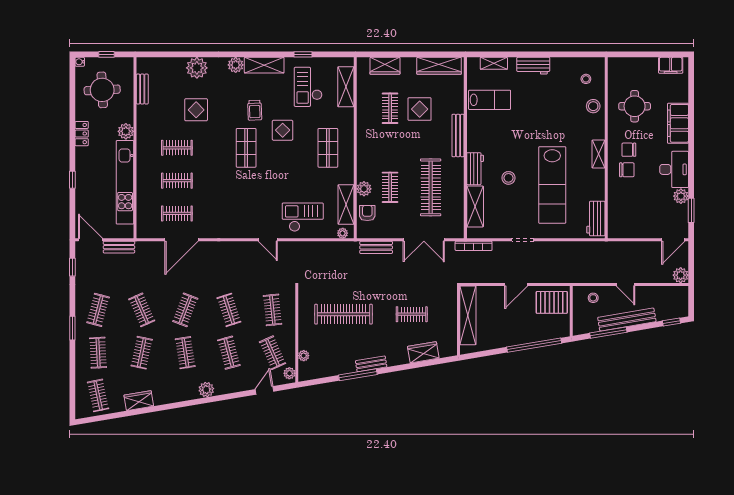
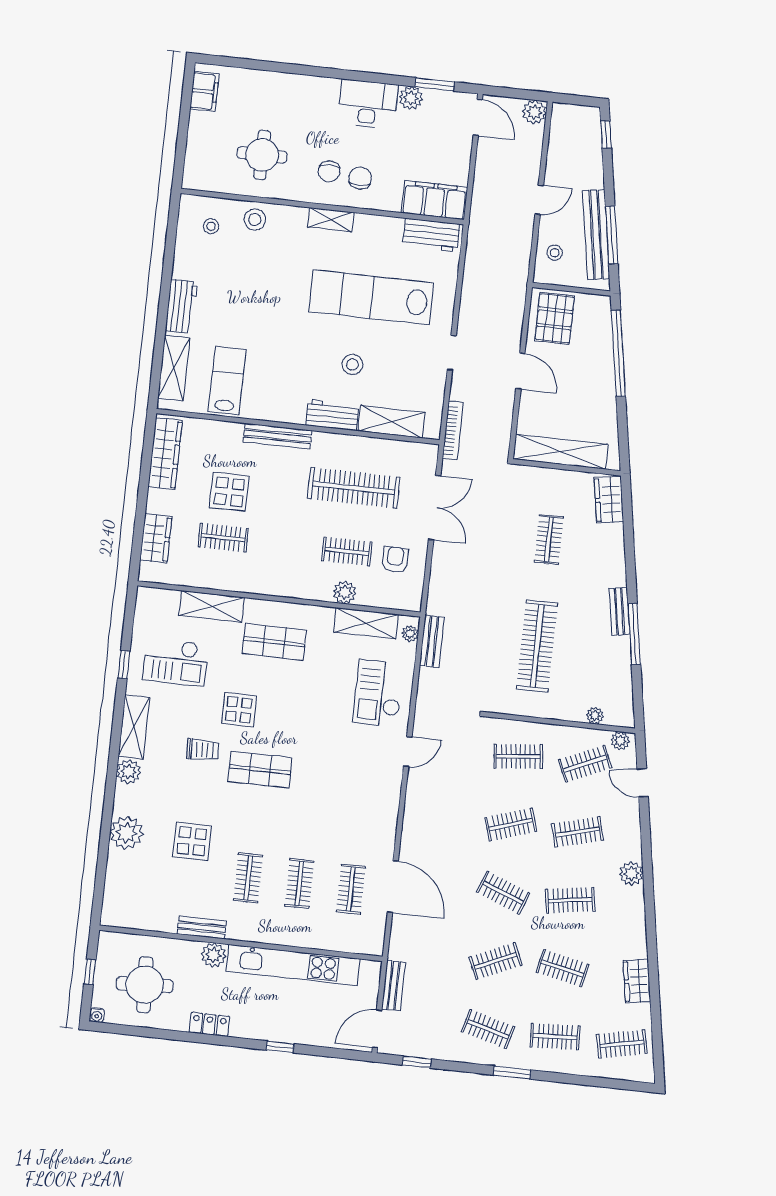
shelving: (494, 63) -> (174, 368), width x1.50, depth x1.33
shelving: (346, 87) -> (212, 606), moved
bench: (142, 89) -> (202, 928), moved
filing cabinet: (678, 123) -> (435, 200), moved, turned 180
lab bench: (552, 185) -> (371, 297), turned 180
armchair: (367, 213) -> (395, 560), moved, turned 90
bench: (376, 247) -> (432, 641), moved
bench: (627, 320) -> (596, 235), moved
wardrobe: (423, 352) -> (609, 500), moved

